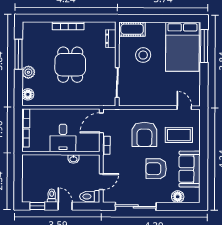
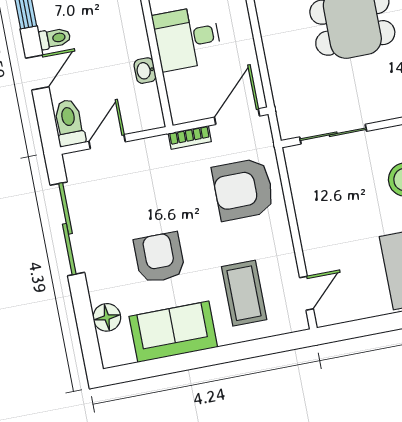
door: (101, 123) -> (237, 117), hinge flipped
armchair: (144, 134) -> (243, 189), moved
door: (101, 182) -> (107, 142), swing flipped

